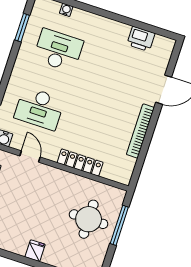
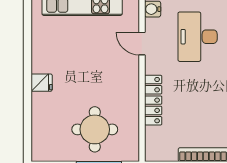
door: (30, 157) -> (142, 44), swing flipped

